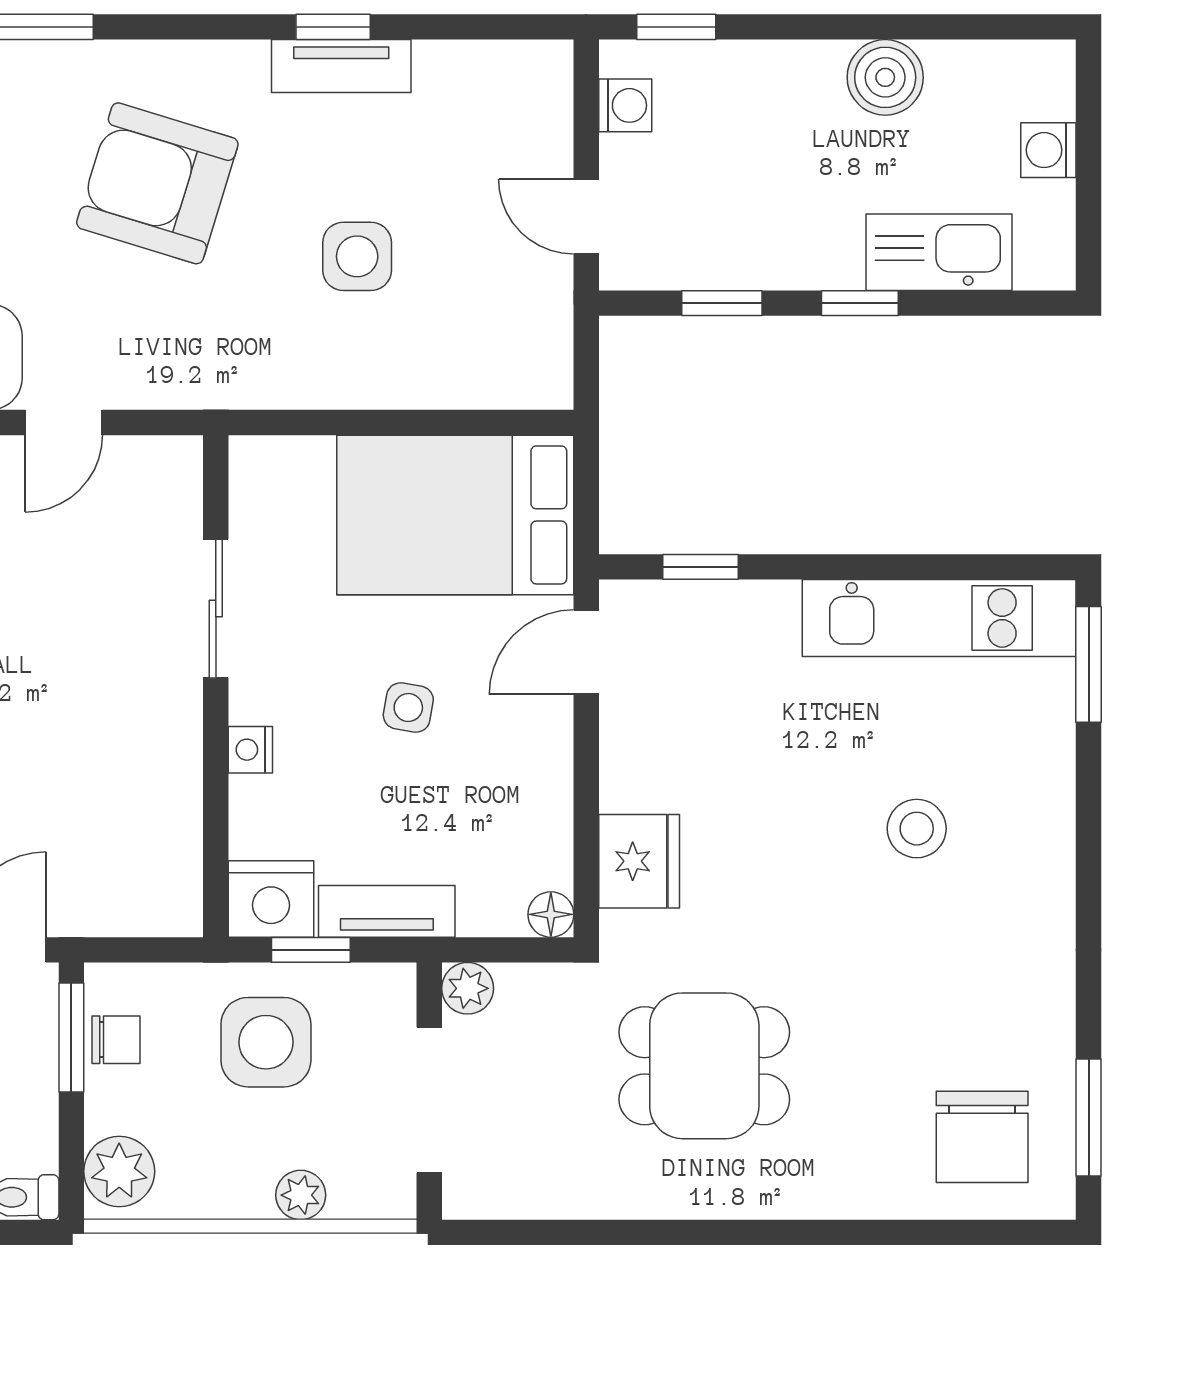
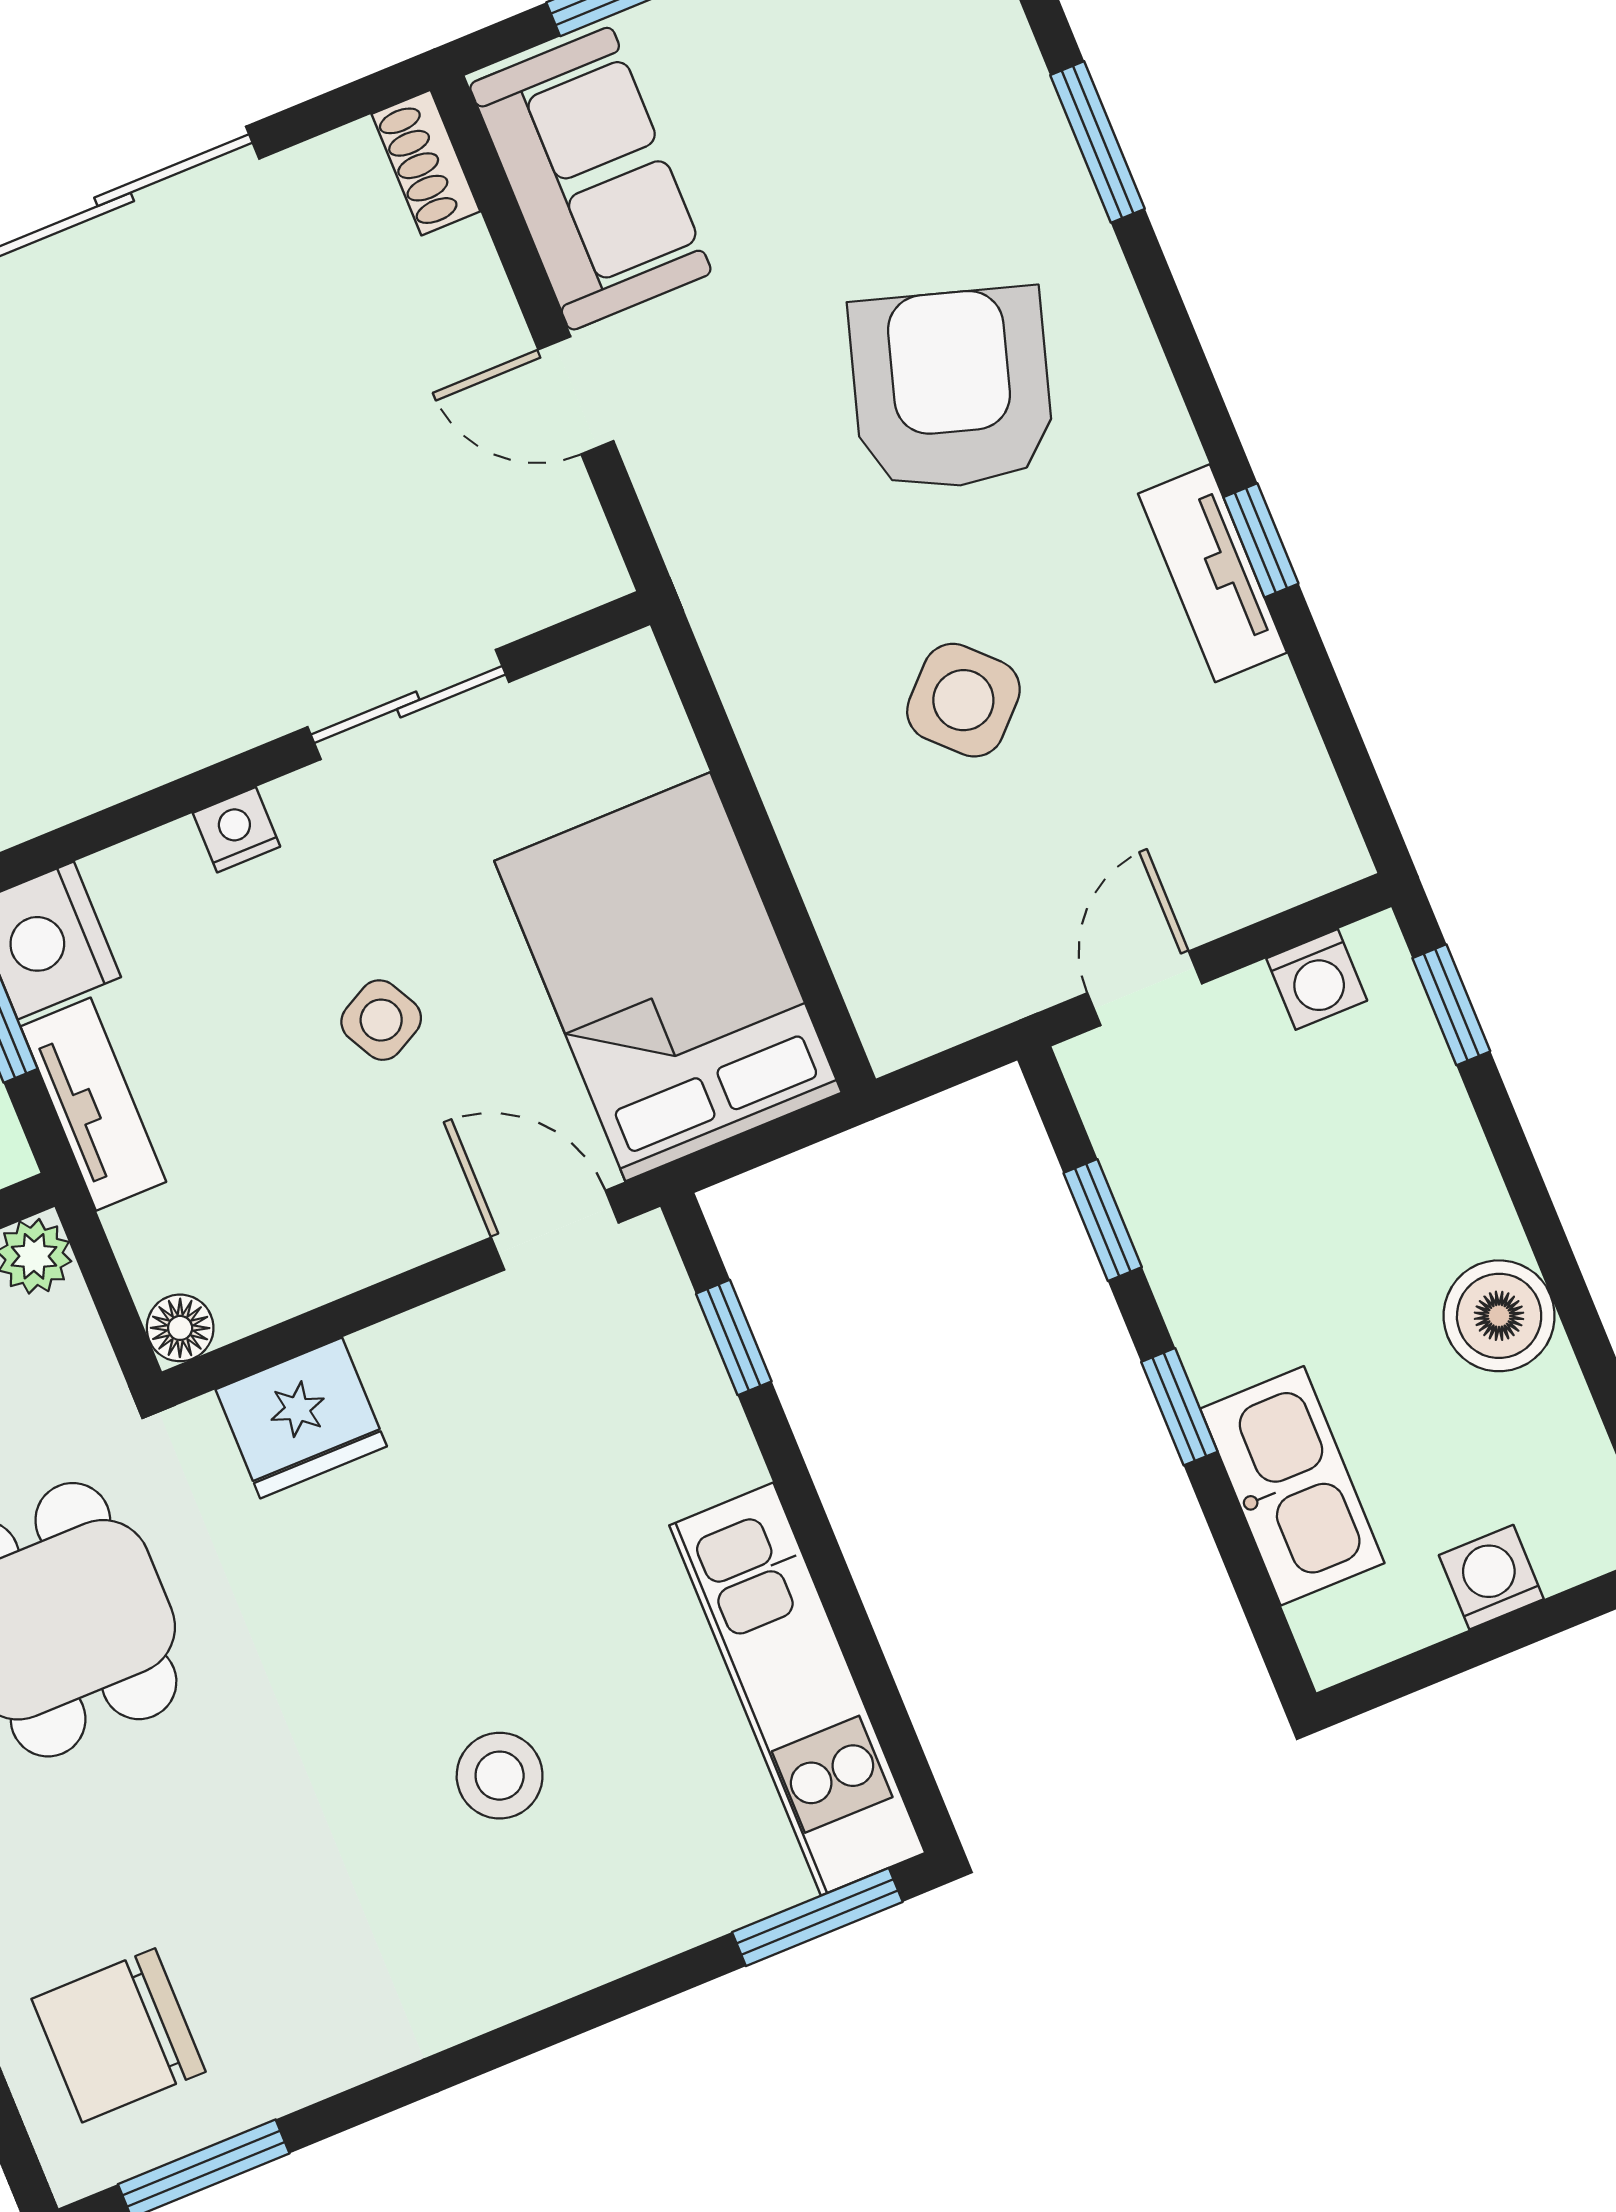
side table: (357, 256) -> (963, 700), turned 45
side table: (408, 708) -> (381, 1020), turned -38

